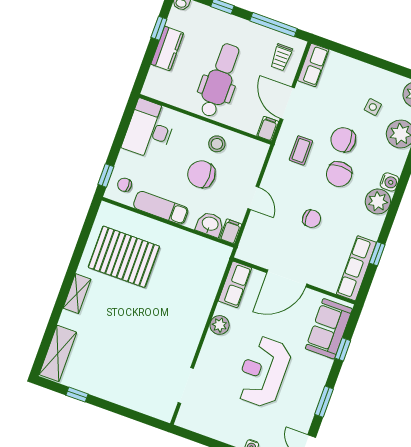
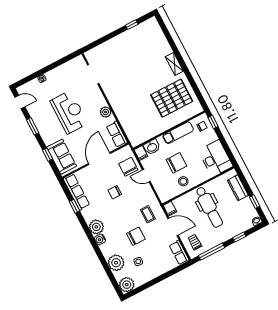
kitchen counter: (167, 48) -> (238, 188), moved
chair: (339, 174) -> (128, 167), moved
shelving: (58, 353) -> (156, 33), removed

